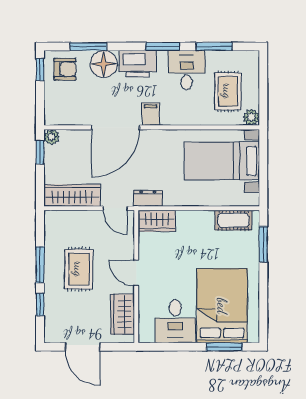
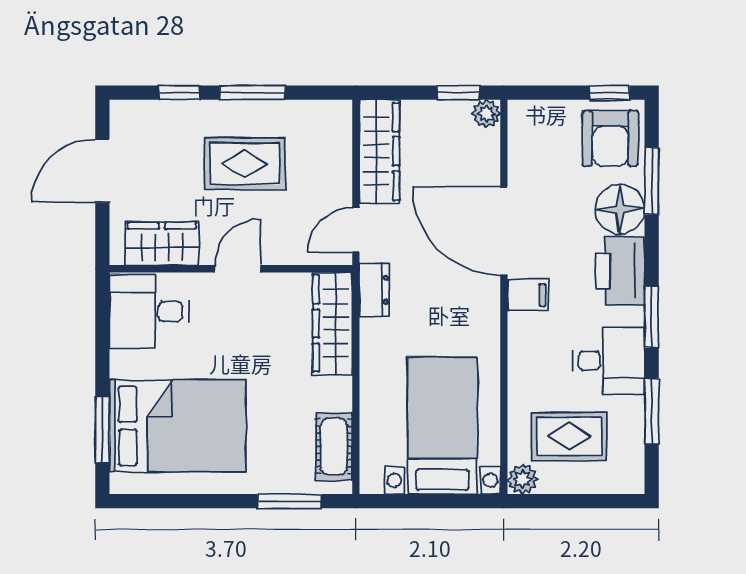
armchair: (65, 69) -> (610, 138), width x1.38, depth x1.38
wardrobe: (157, 221) -> (333, 324), width x1.50
desk: (175, 321) -> (149, 311), moved

